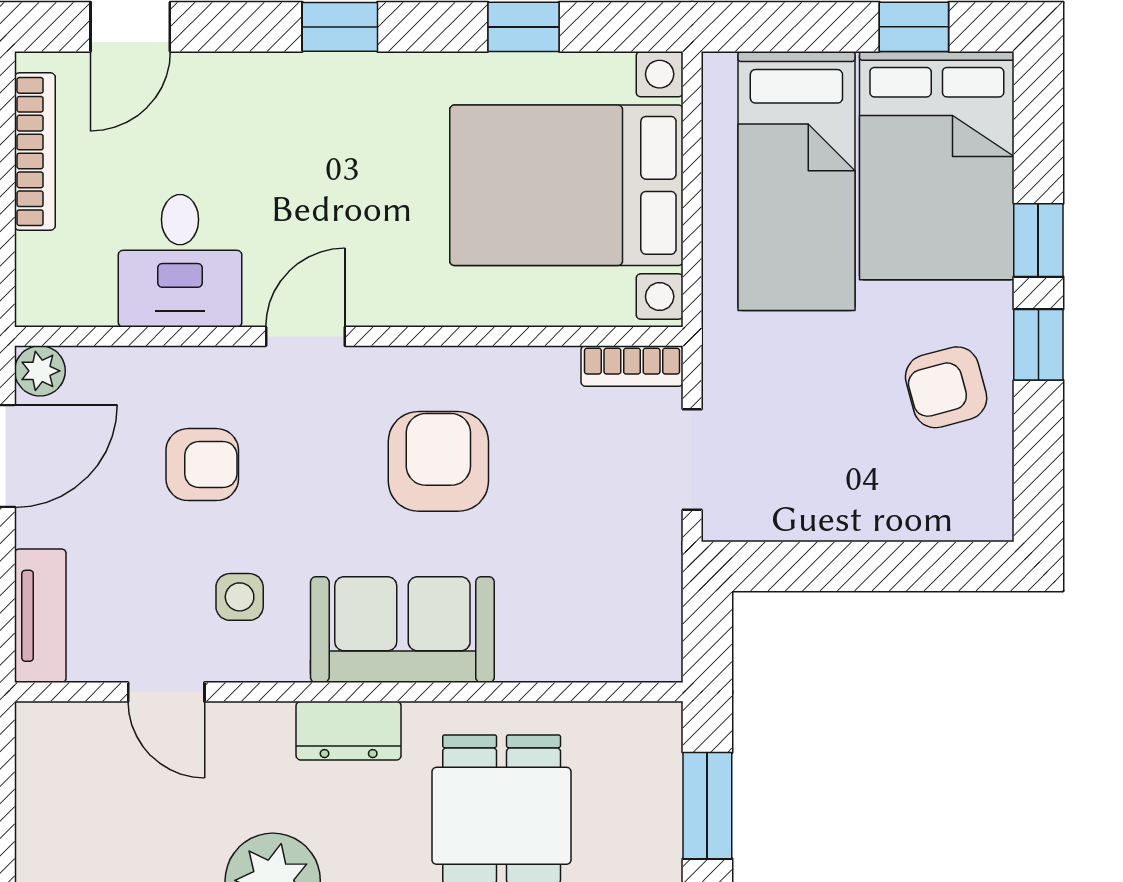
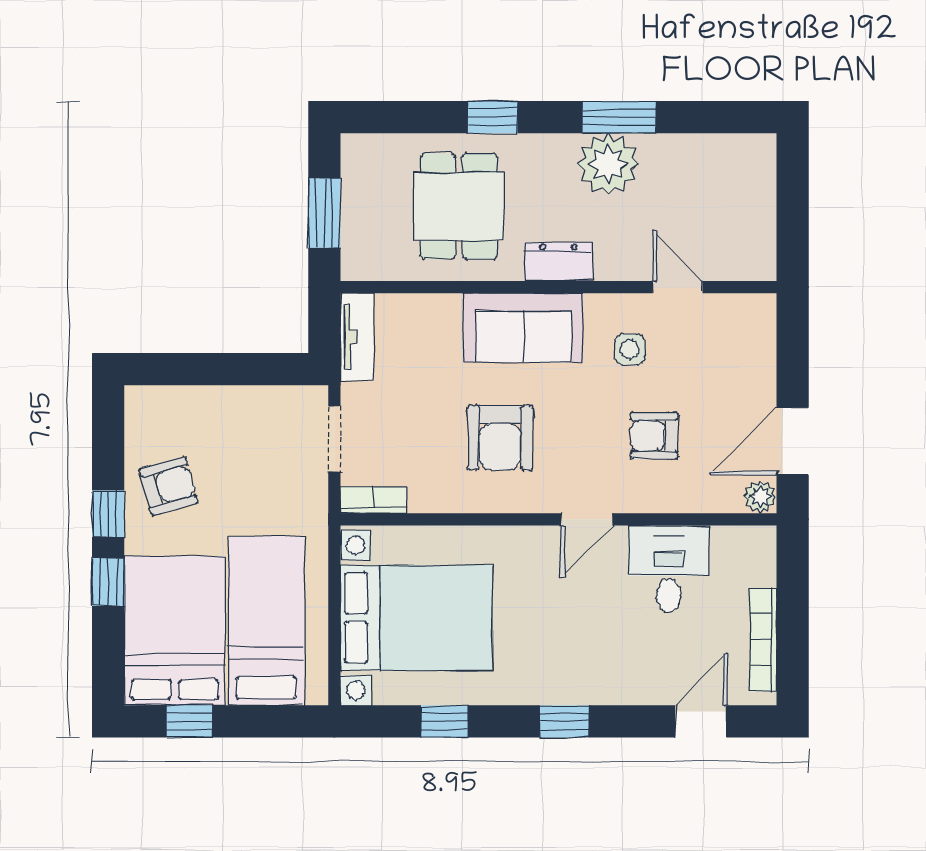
tv unit: (40, 616) -> (357, 337), moved, turned 180

